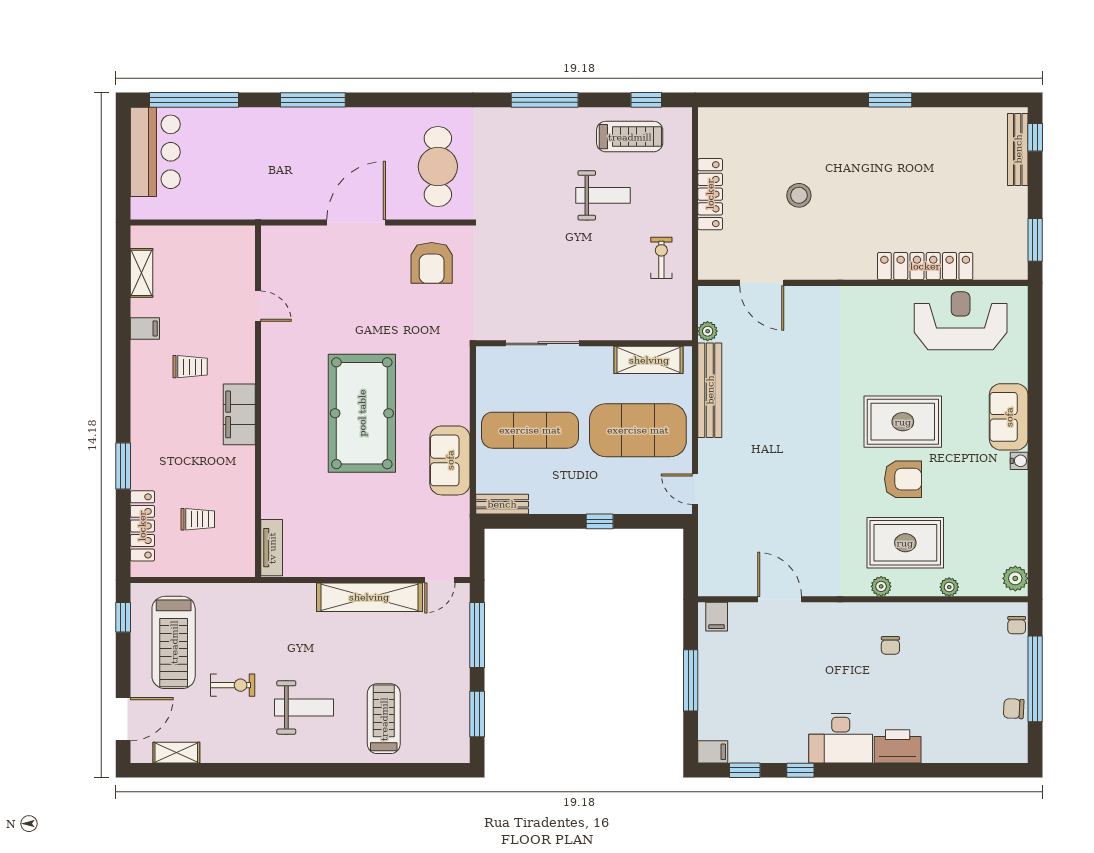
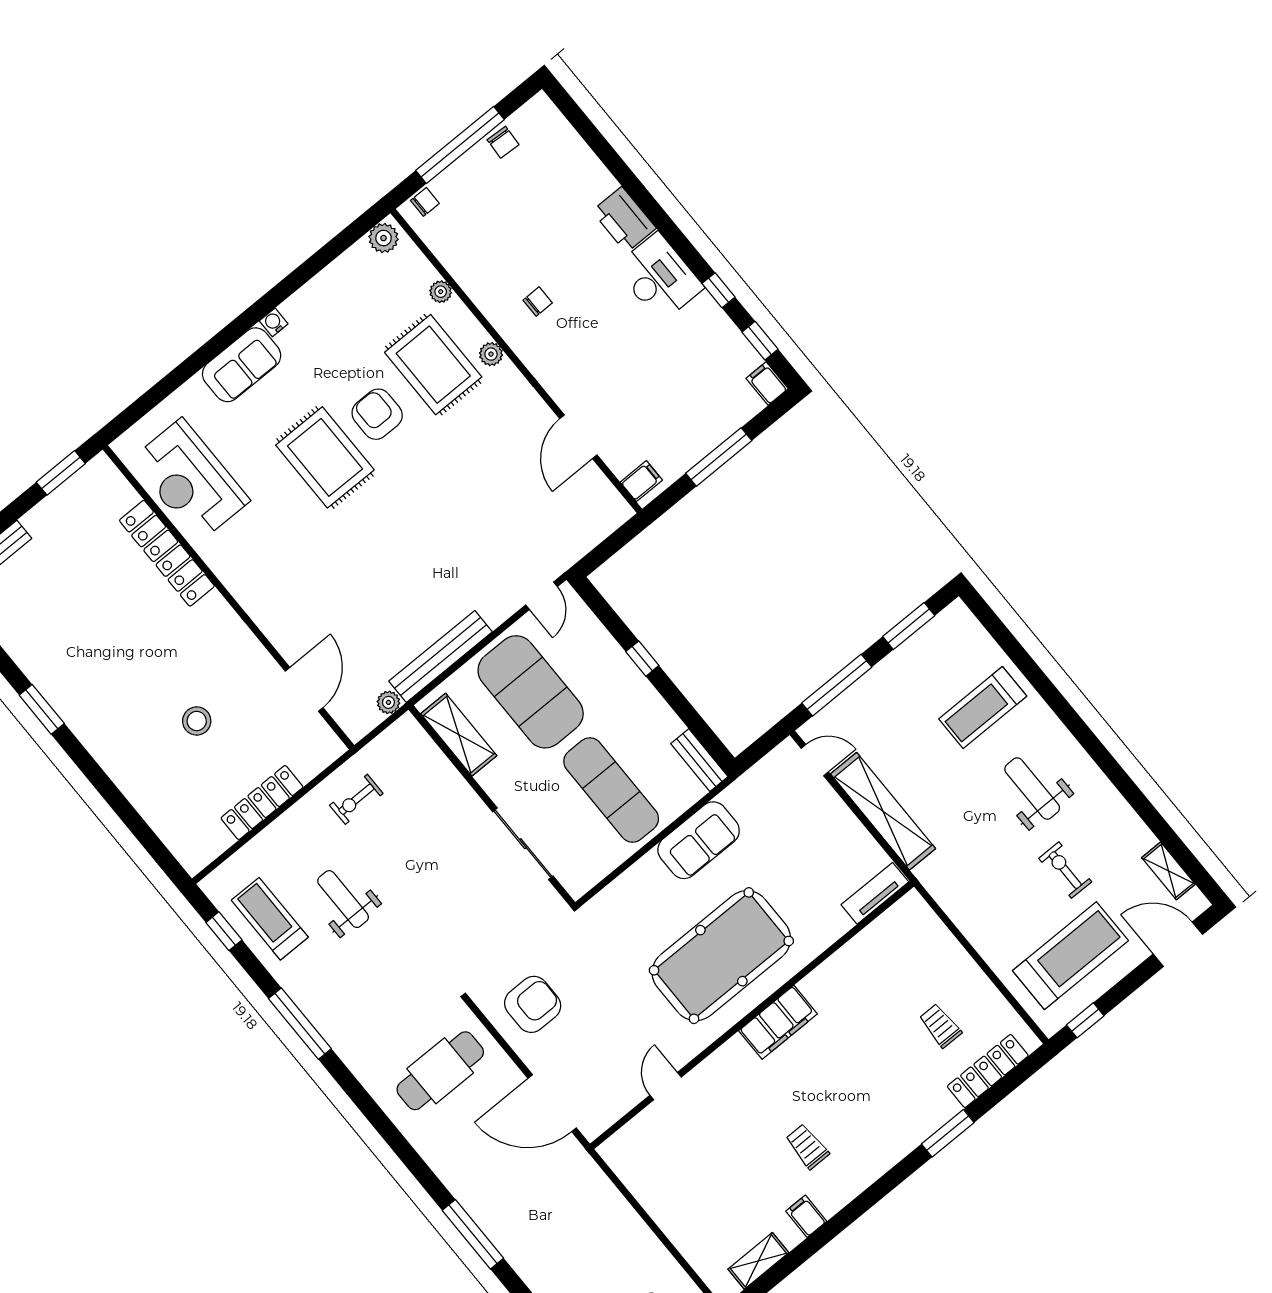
door: (258, 306) -> (666, 1086), moved
wall: (258, 401) -> (752, 1015), moved
filing cabinet: (239, 414) -> (778, 1022), moved
tv unit: (272, 548) -> (875, 893), moved

